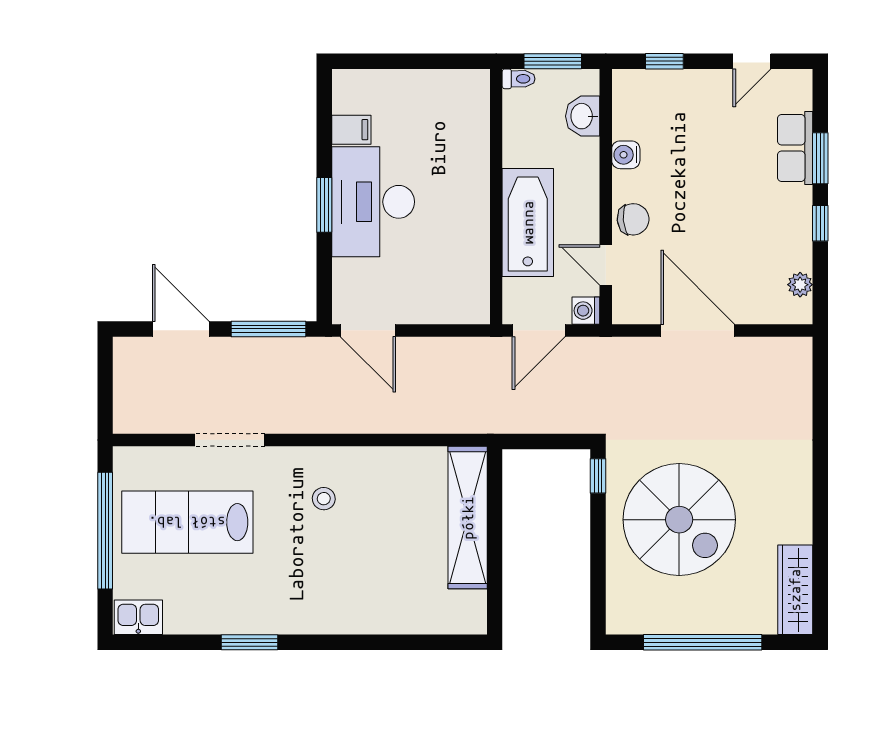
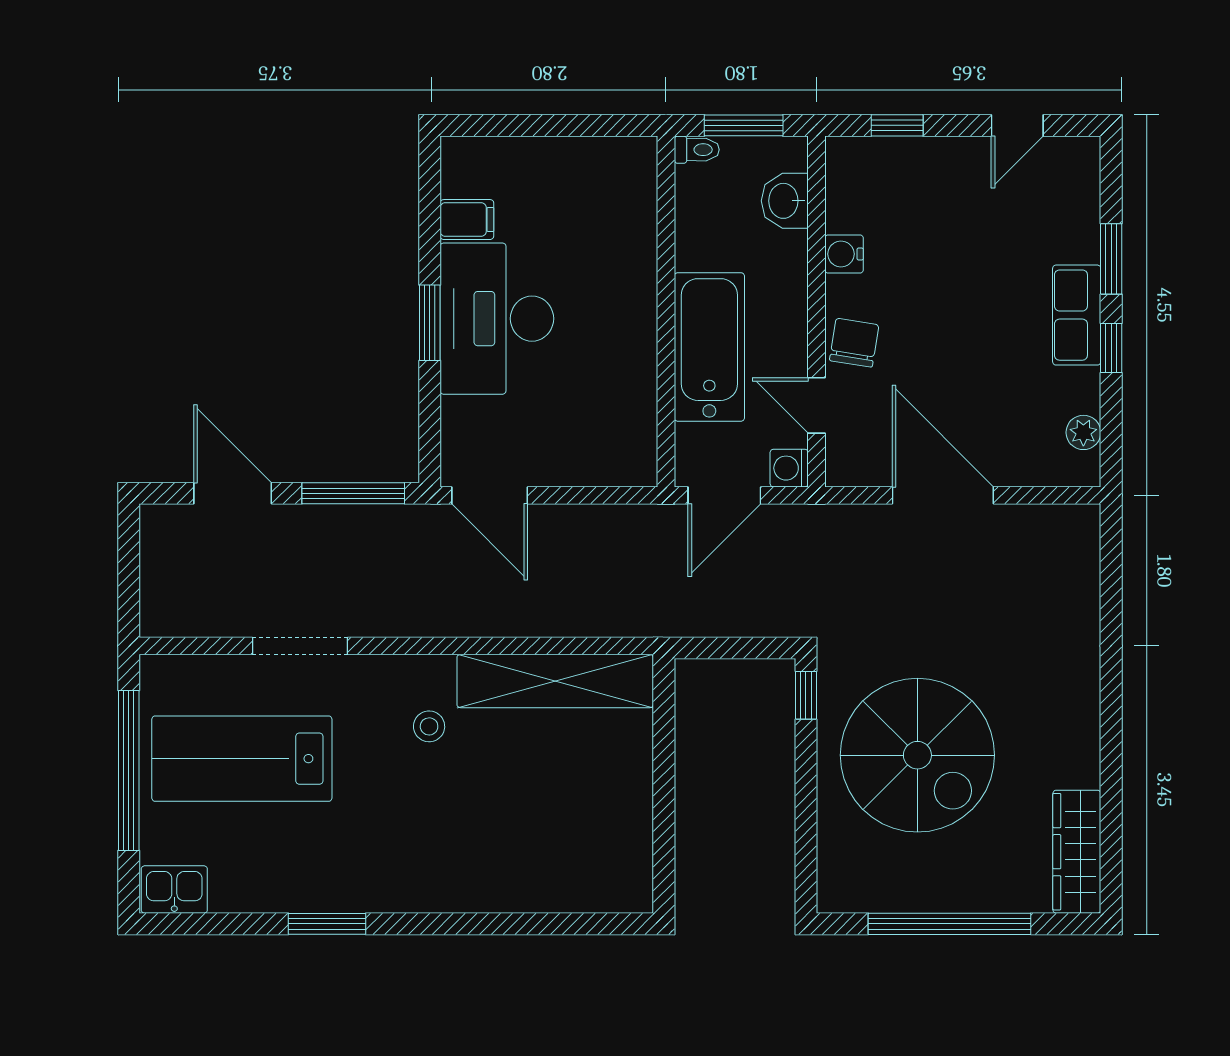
row of seats: (795, 148) -> (1077, 315), moved
chair: (633, 219) -> (854, 343), turned -76
shelving: (468, 518) -> (555, 681), moved, turned 90

